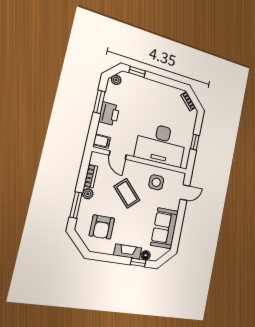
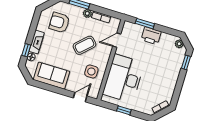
window: (99, 102) -> (145, 24), moved
filing cabinet: (102, 141) -> (129, 28), removed
door: (185, 193) -> (80, 97), swing flipped

